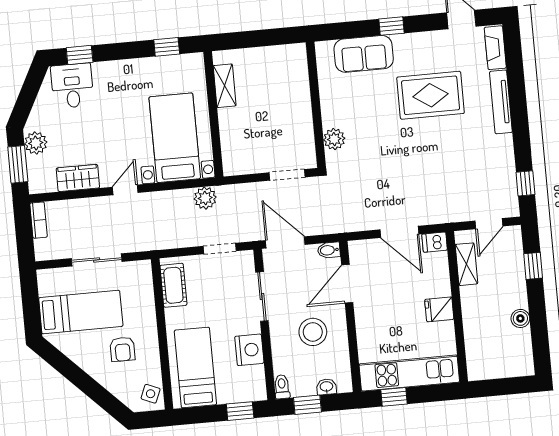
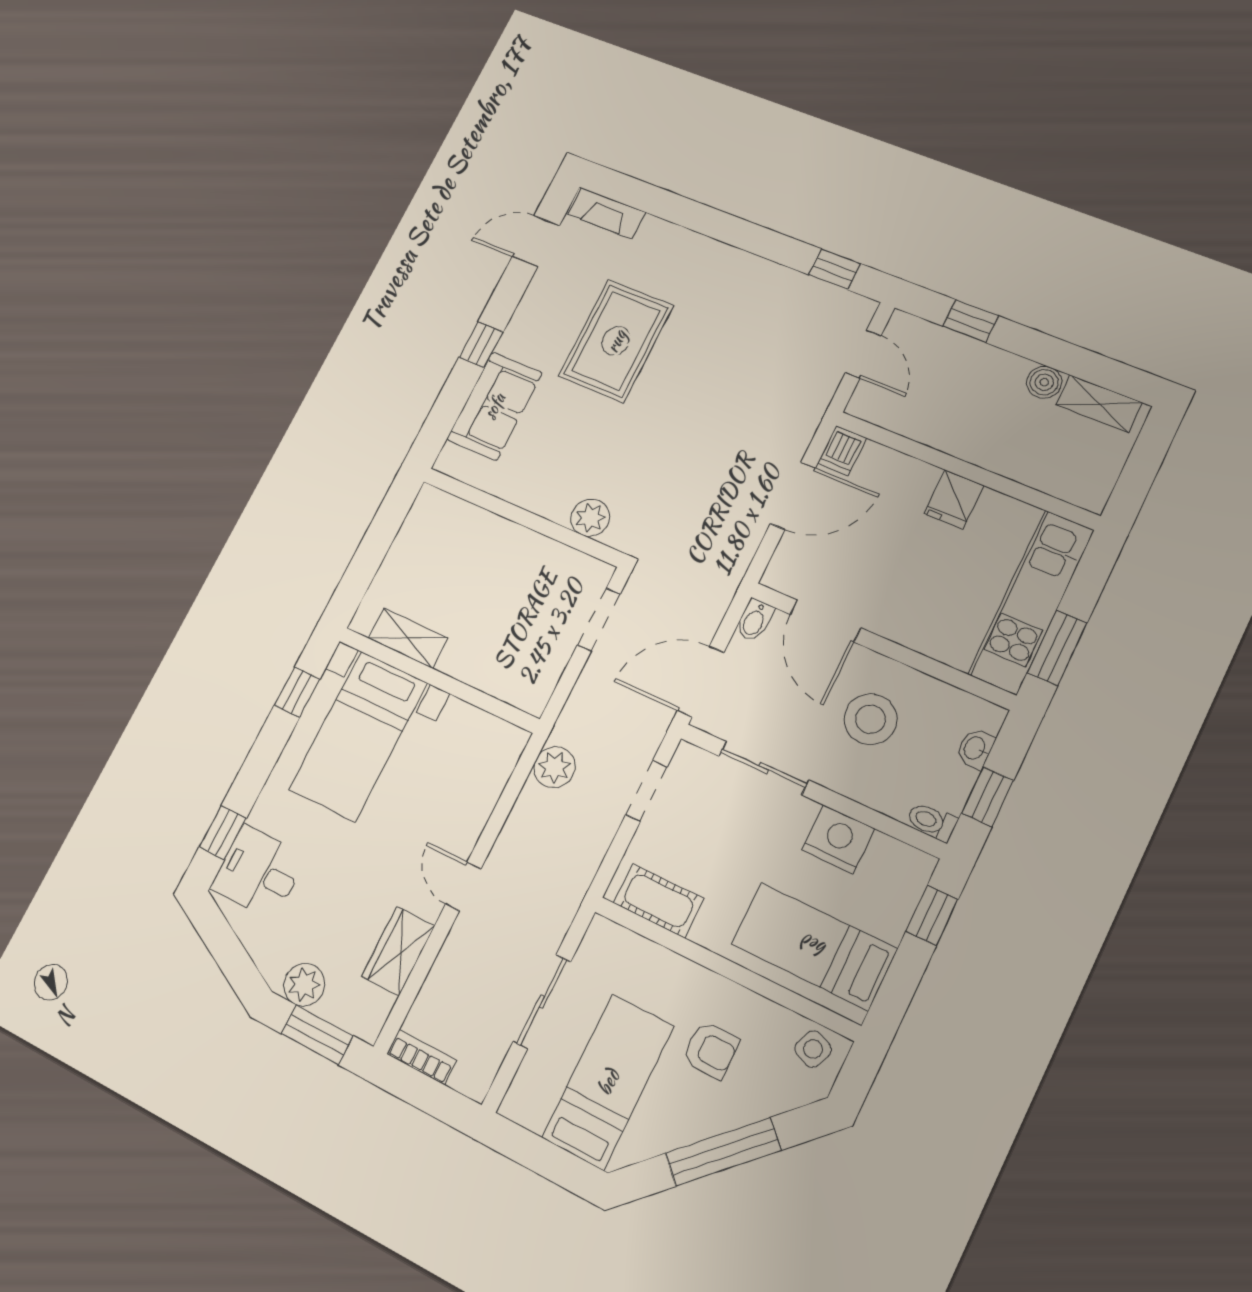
tv unit: (501, 102) -> (690, 244), removed
bed with nightstands: (175, 138) -> (358, 736), moved, turned -90
shelving: (466, 264) -> (1099, 404), moved
window: (83, 381) -> (723, 1152), added
window: (394, 397) -> (1057, 648), width x1.50

